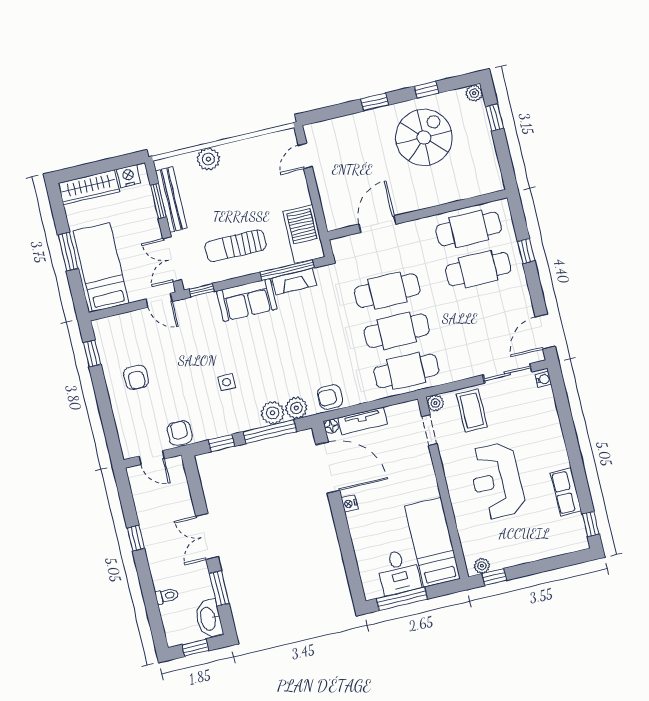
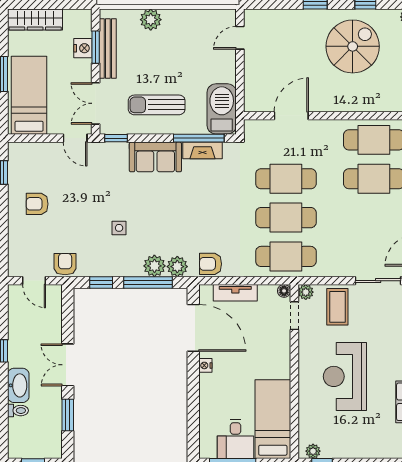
nightstand: (128, 176) -> (83, 48), moved, turned 90
armchair: (136, 377) -> (37, 204), turned 90
floor lamp: (331, 426) -> (284, 291), moved
washbasin: (209, 619) -> (18, 385), moved, turned 180

